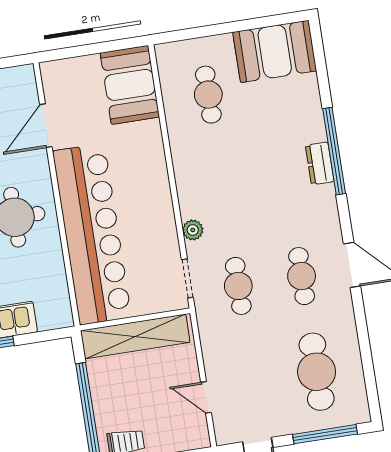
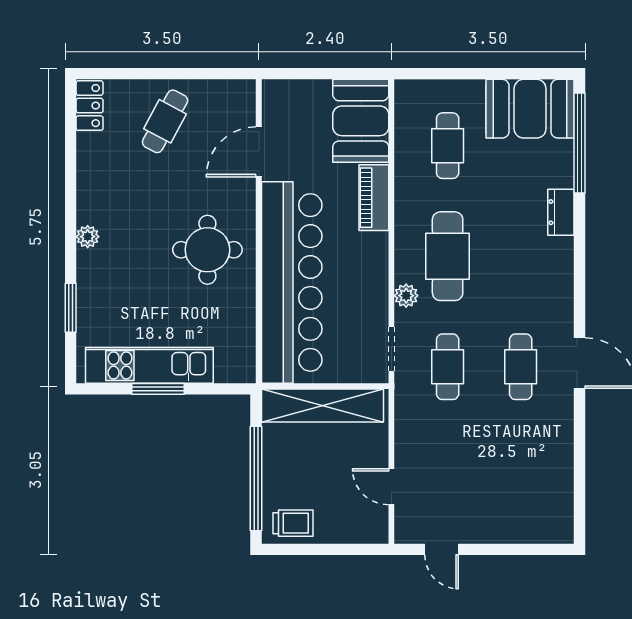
piano: (152, 150) -> (374, 198), added
window: (334, 151) -> (580, 143), moved
dresser: (320, 163) -> (561, 212), moved
cafe table: (317, 372) -> (448, 256), moved
window: (325, 434) -> (519, 549), removed

